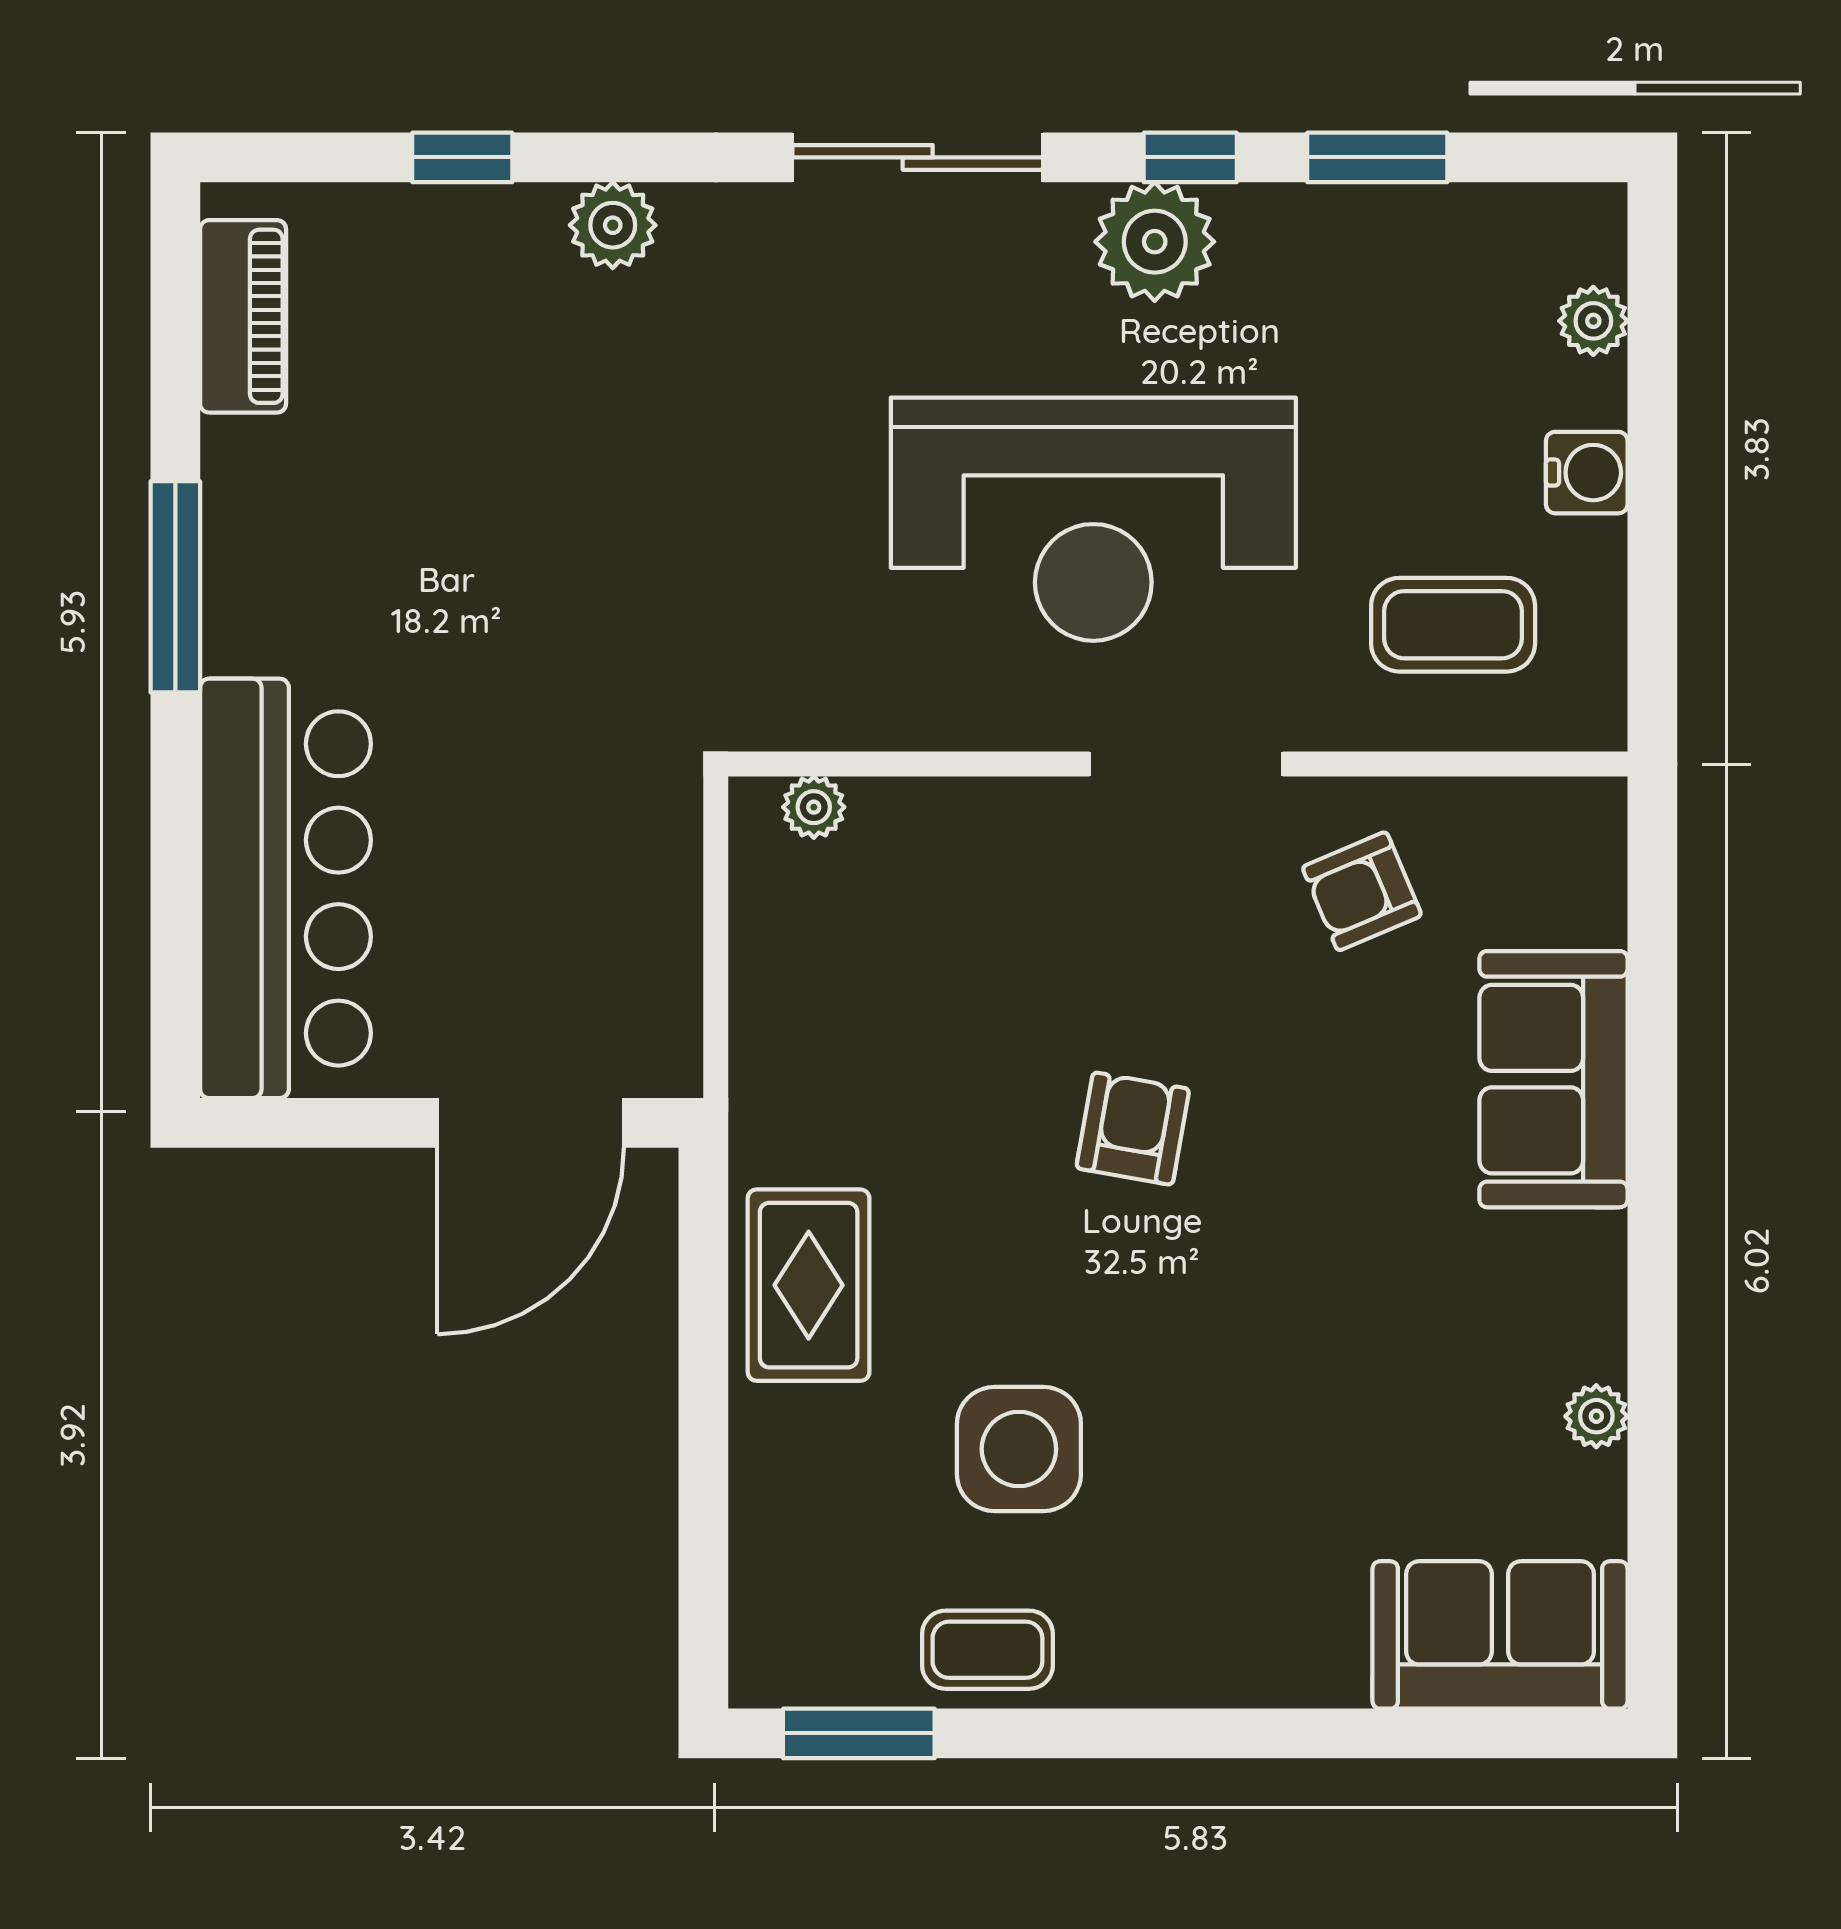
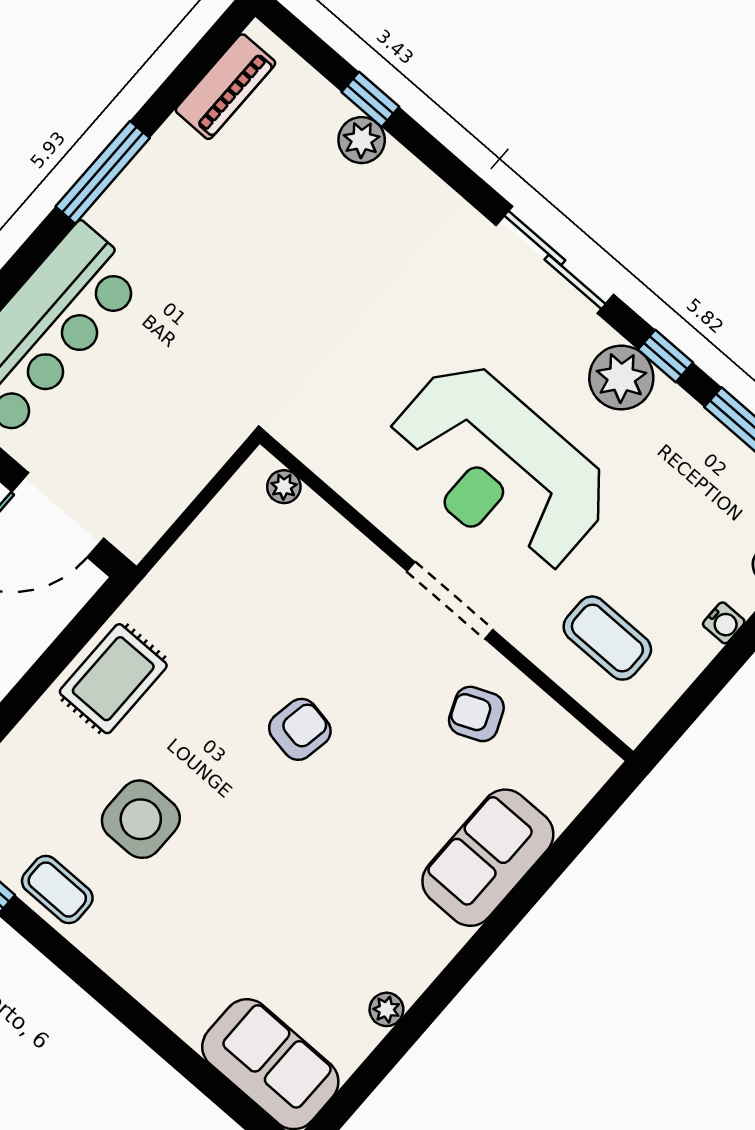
plant: (613, 225) -> (362, 140), moved
water cooler: (1587, 473) -> (724, 623), width x0.72, depth x0.72

